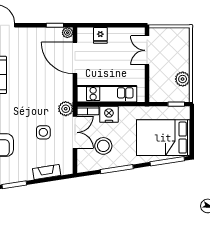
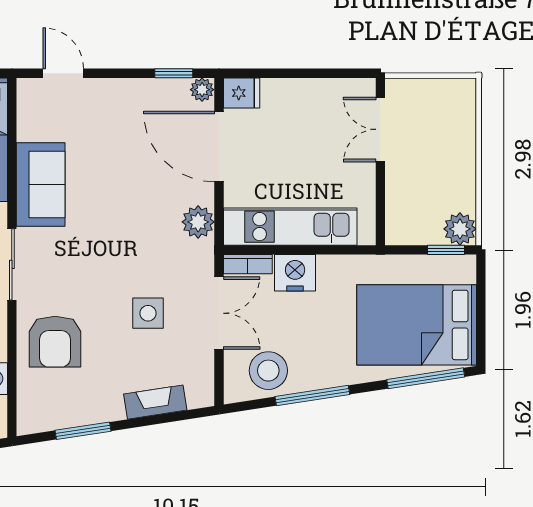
fridge: (100, 35) -> (242, 93), moved, turned -90
plant: (183, 79) -> (460, 229), moved
plant: (66, 109) -> (198, 222), moved
stool: (103, 146) -> (268, 371), moved

